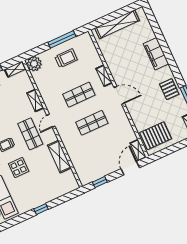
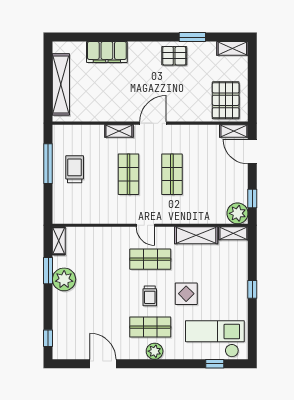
filing cabinet: (156, 54) -> (107, 52), moved
plant: (34, 64) -> (237, 213), moved
shelving: (35, 101) -> (233, 233), moved

